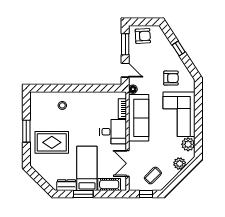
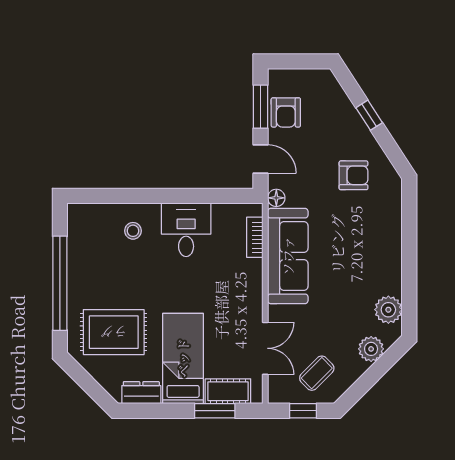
armchair: (143, 36) -> (286, 112), moved, turned 93
corner sofa: (179, 114) -> (370, 249), removed
window: (26, 131) -> (60, 283), width x2.11
desk: (113, 132) -> (186, 230), moved, turned -90
rug: (52, 142) -> (114, 332), moved
double door: (127, 163) -> (265, 348), swing flipped
window: (83, 194) -> (215, 411), moved

